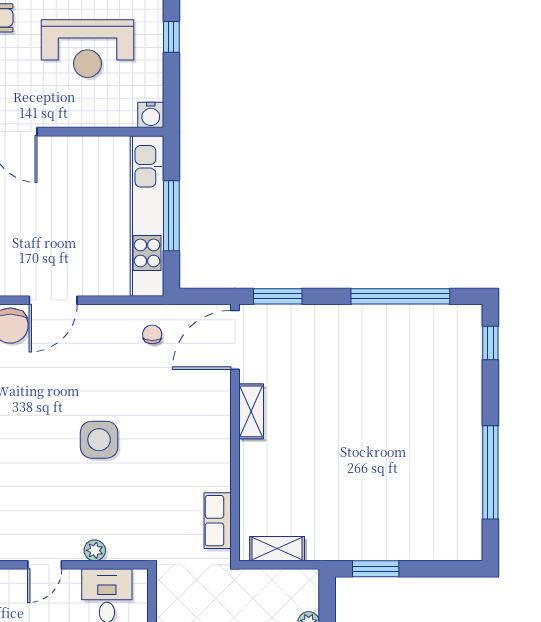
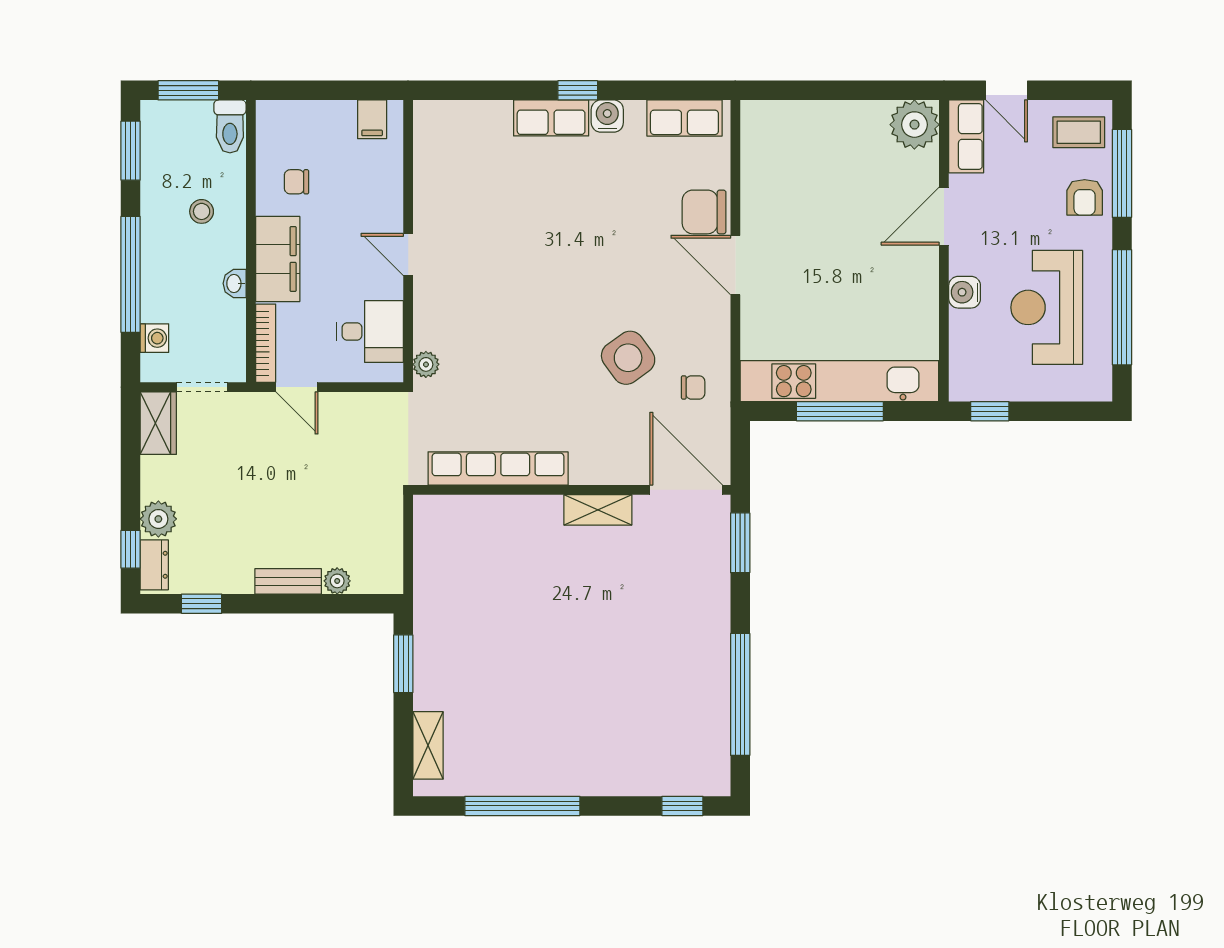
window: (171, 37) -> (990, 411), moved
water cooler: (151, 115) -> (965, 292), moved
side table: (99, 440) -> (628, 358), moved, turned -36
row of seats: (218, 521) -> (498, 468), width x2.02
shelving: (277, 549) -> (428, 745), moved
plant: (95, 550) -> (426, 364), moved

